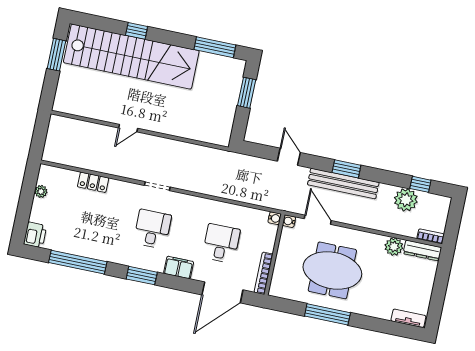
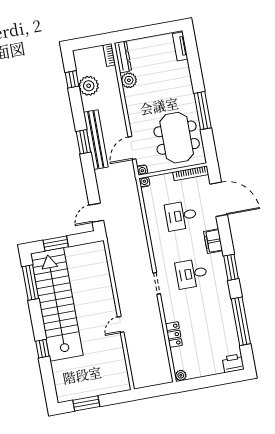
stairs: (131, 57) -> (57, 304), moved
door: (128, 128) -> (121, 324), swing flipped
door: (289, 157) -> (96, 213), moved
plant: (41, 191) -> (181, 375), moved
meeting table: (332, 270) -> (177, 138), moved

